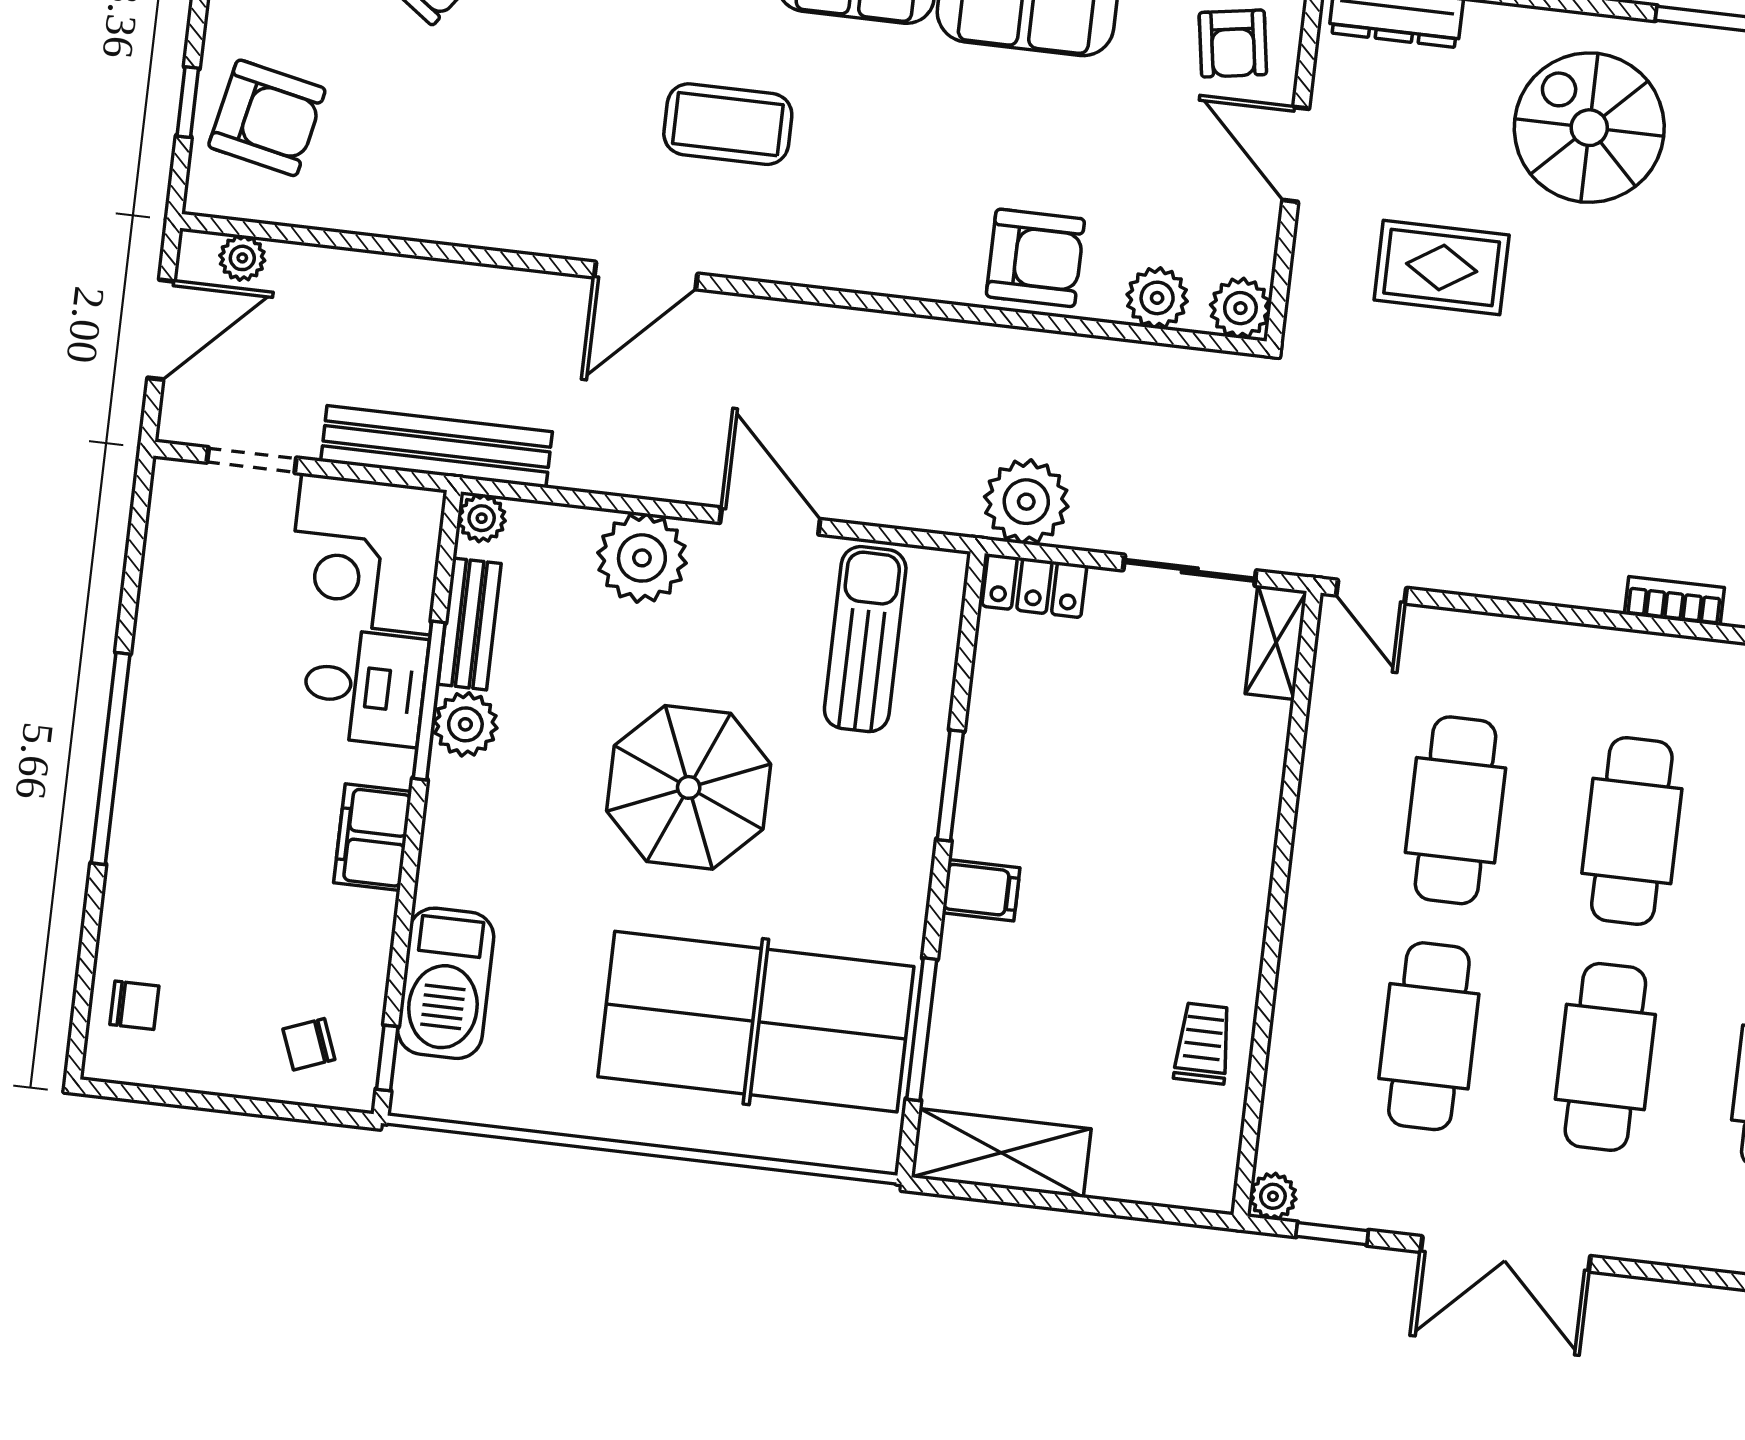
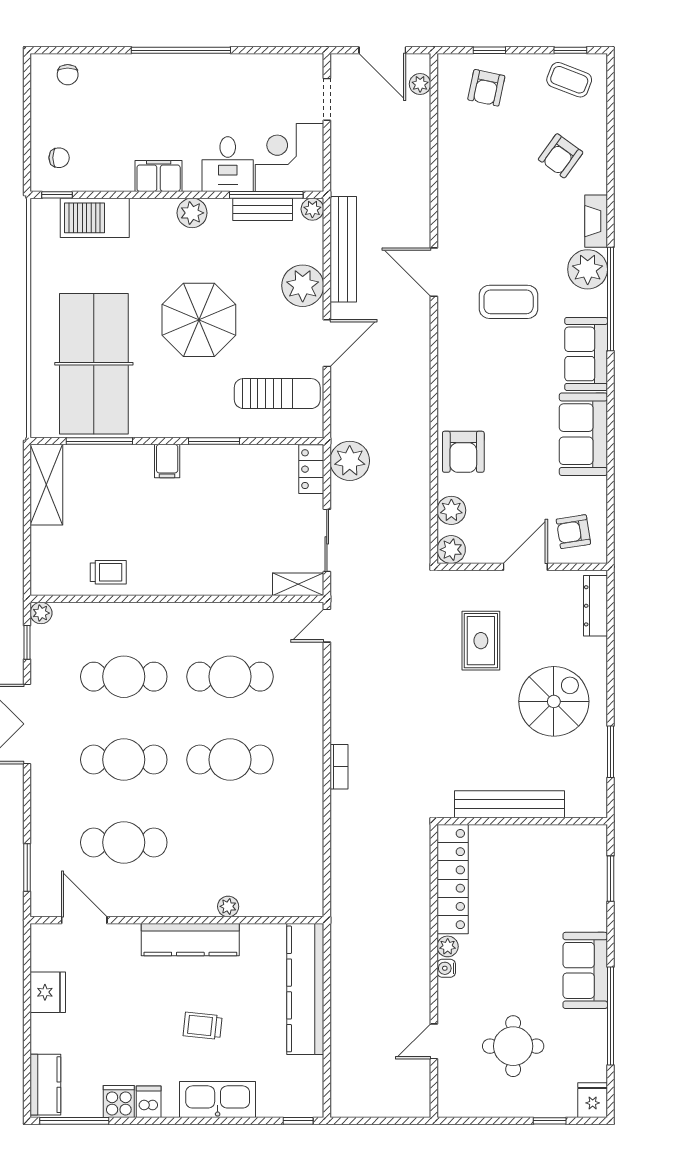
armchair: (267, 118) -> (486, 88), width x0.72, depth x0.72
coffee table: (728, 124) -> (509, 302), turned 90
bench: (436, 447) -> (343, 249), moved
window: (429, 701) -> (266, 195), moved
plant: (465, 724) -> (192, 213), moved
chair: (309, 1044) -> (59, 158), turned 111

